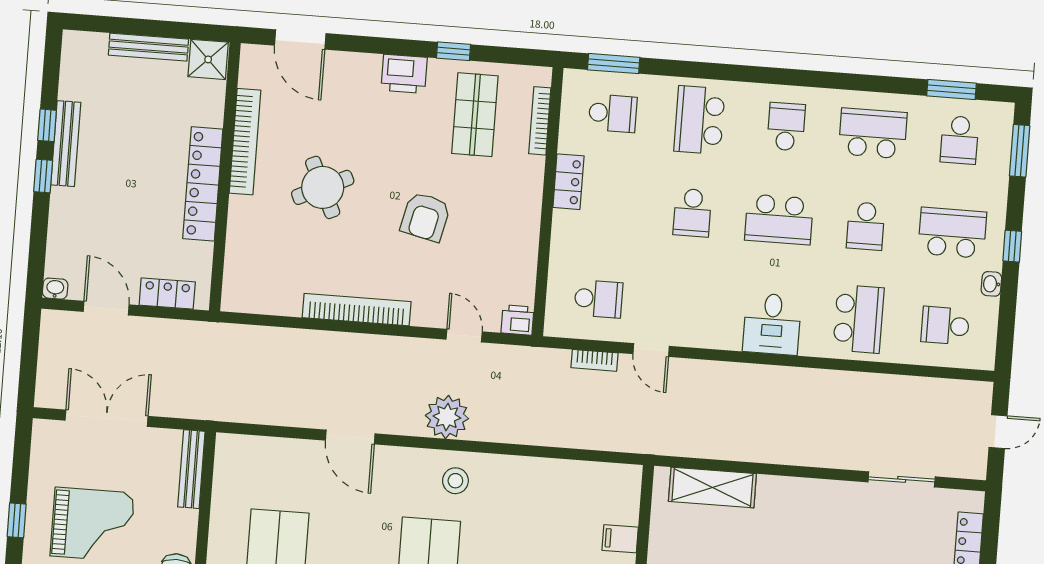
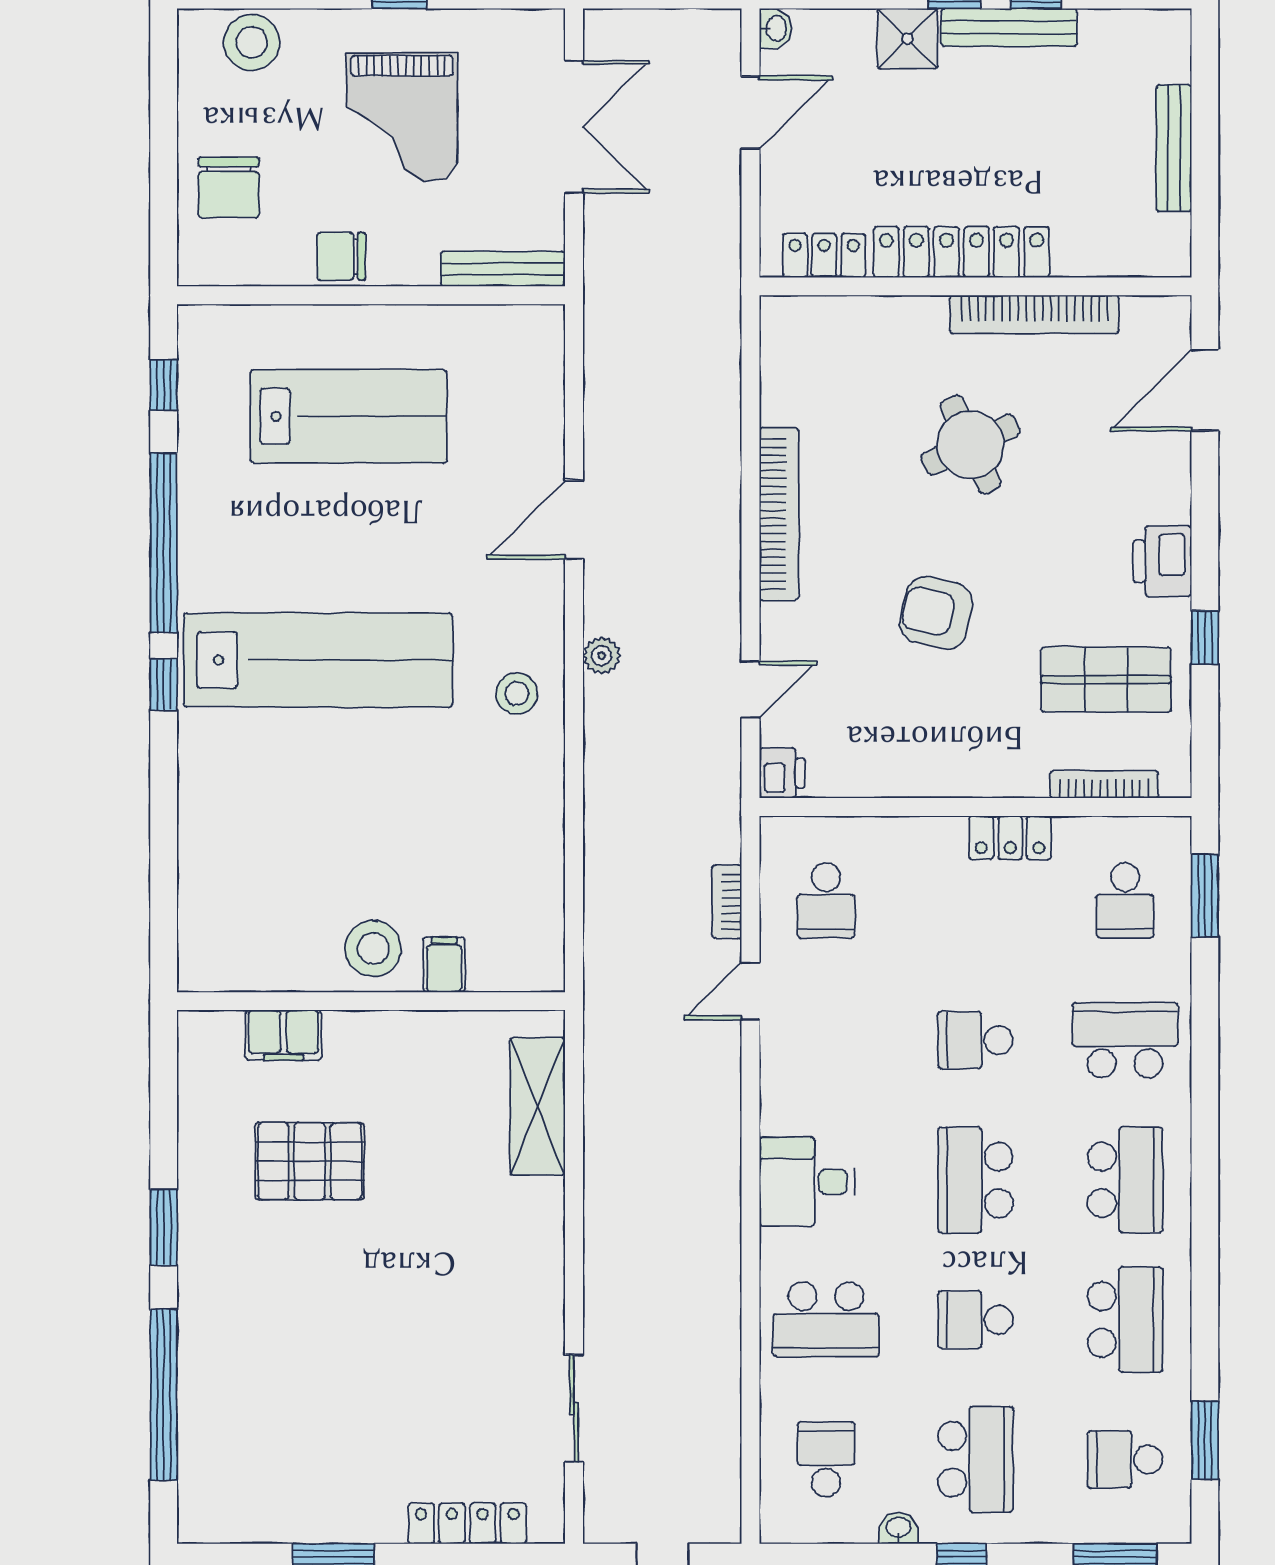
shower: (208, 59) -> (907, 39), moved
school desk: (786, 127) -> (1125, 1180), width x1.85
locker: (167, 294) -> (824, 256), moved, turned -90
plant: (447, 417) -> (602, 656), width x0.53, depth x0.53

